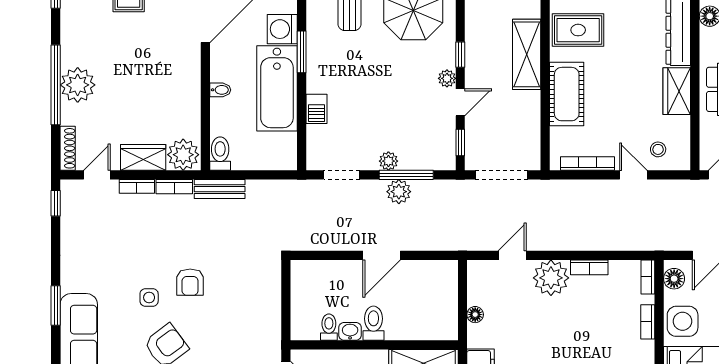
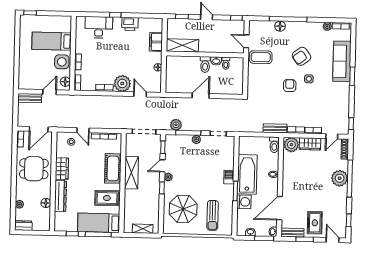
shelving: (527, 54) -> (131, 173), moved
barbecue: (316, 109) -> (229, 177), moved
plant: (399, 192) -> (176, 125), moved
door: (512, 255) -> (140, 94), swing flipped
coffee table: (254, 342) -> (261, 57), added

